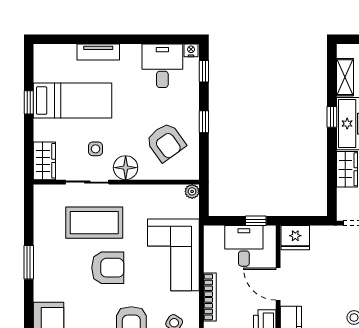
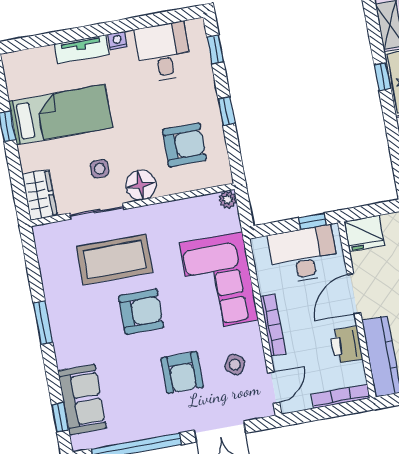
nightstand: (191, 50) -> (117, 41), moved
armchair: (166, 142) -> (184, 145), turned -54
desk: (244, 246) -> (303, 255), width x1.37
door: (278, 284) -> (354, 294), hinge flipped

